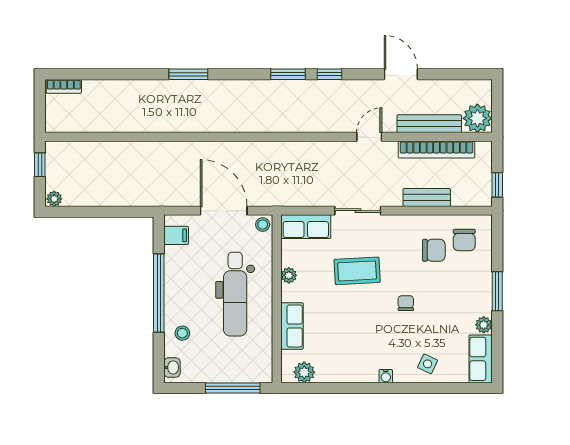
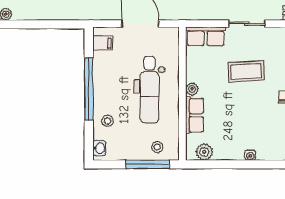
stool: (263, 225) -> (157, 147), moved
plant: (289, 275) -> (192, 89), moved
water cooler: (386, 376) -> (250, 155), moved

